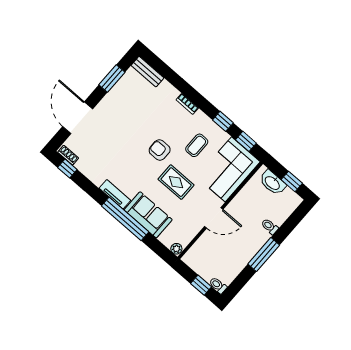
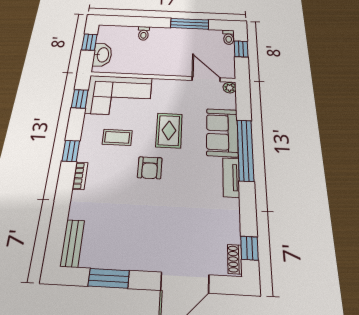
window: (223, 121) -> (71, 151), moved
door: (214, 218) -> (206, 79), moved
window: (264, 254) -> (190, 24), moved

